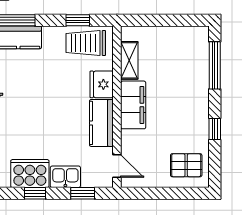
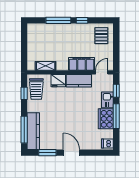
window: (215, 65) -> (58, 20), moved
filing cabinet: (133, 105) -> (82, 64), moved
window: (35, 193) -> (116, 116), width x2.17

